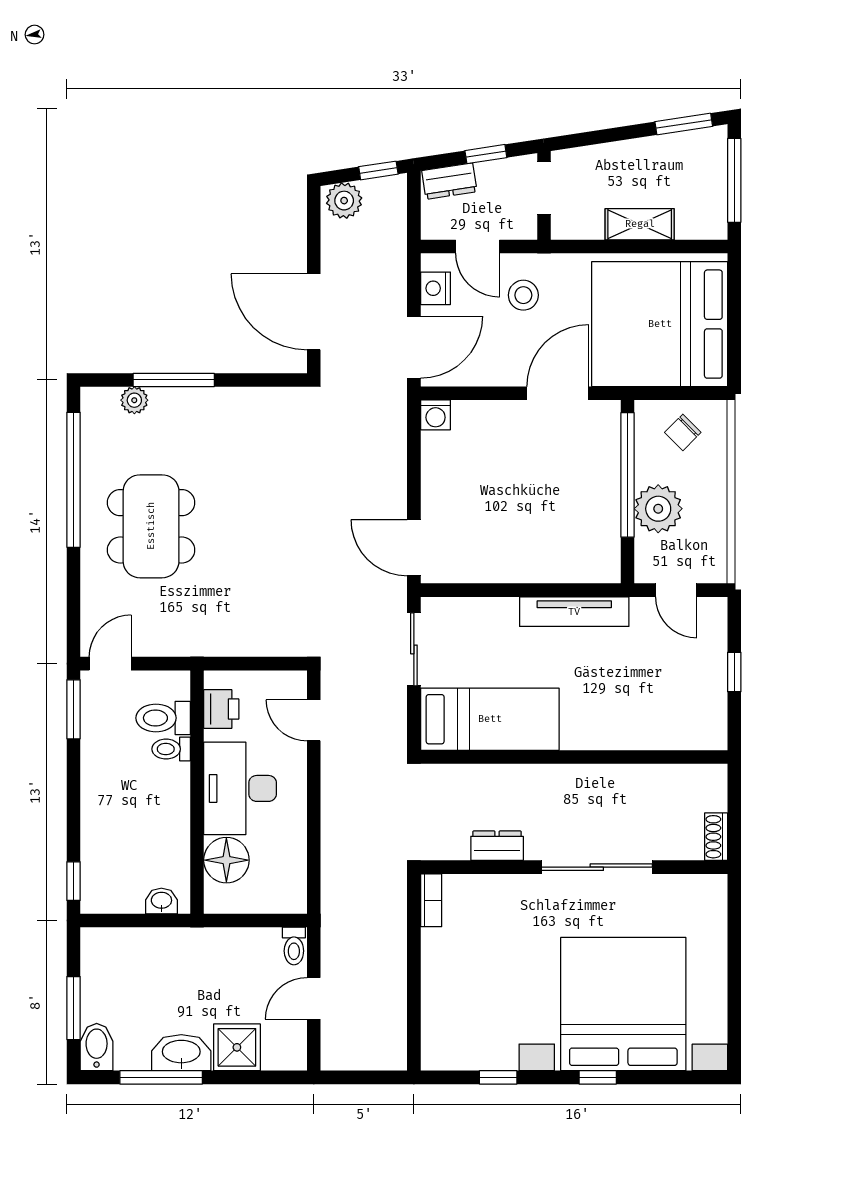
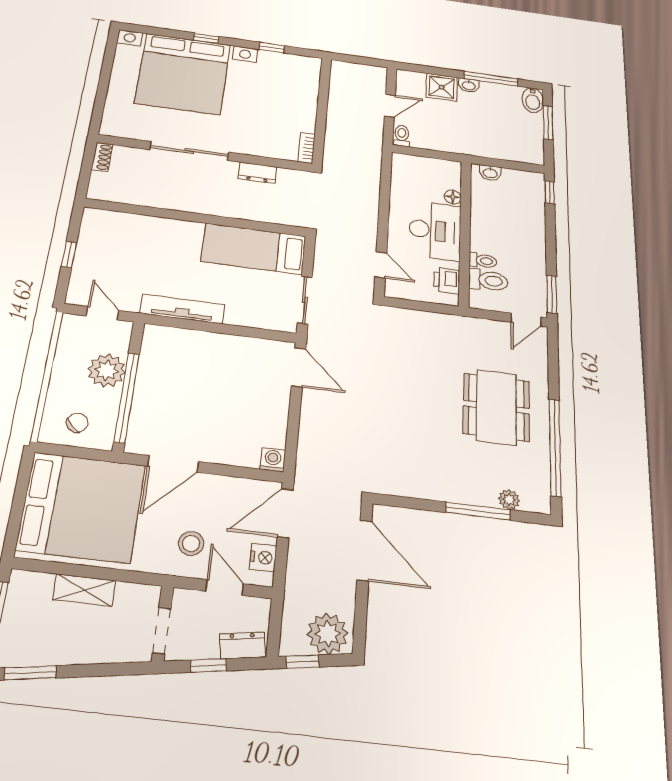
plant: (344, 201) -> (328, 634), width x1.36, depth x1.36
floor lamp: (226, 860) -> (453, 197), width x0.53, depth x0.53
washbasin: (181, 1053) -> (469, 85), width x0.52, depth x0.69

